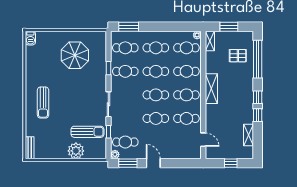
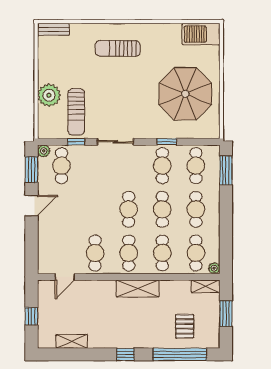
barbecue: (30, 38) -> (201, 34), width x1.88, depth x1.53
parasol: (75, 55) -> (185, 94), width x1.36, depth x1.36
window: (258, 115) -> (100, 354), removed
cafe table: (156, 118) -> (95, 209), removed

